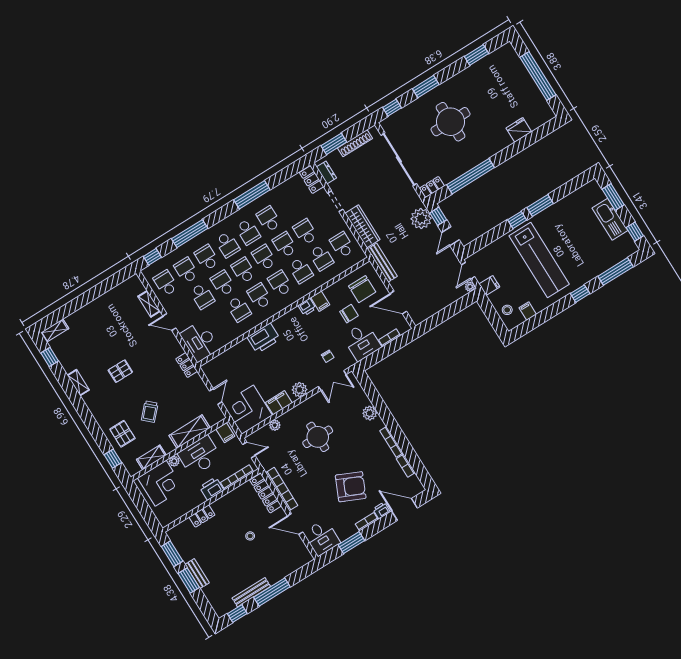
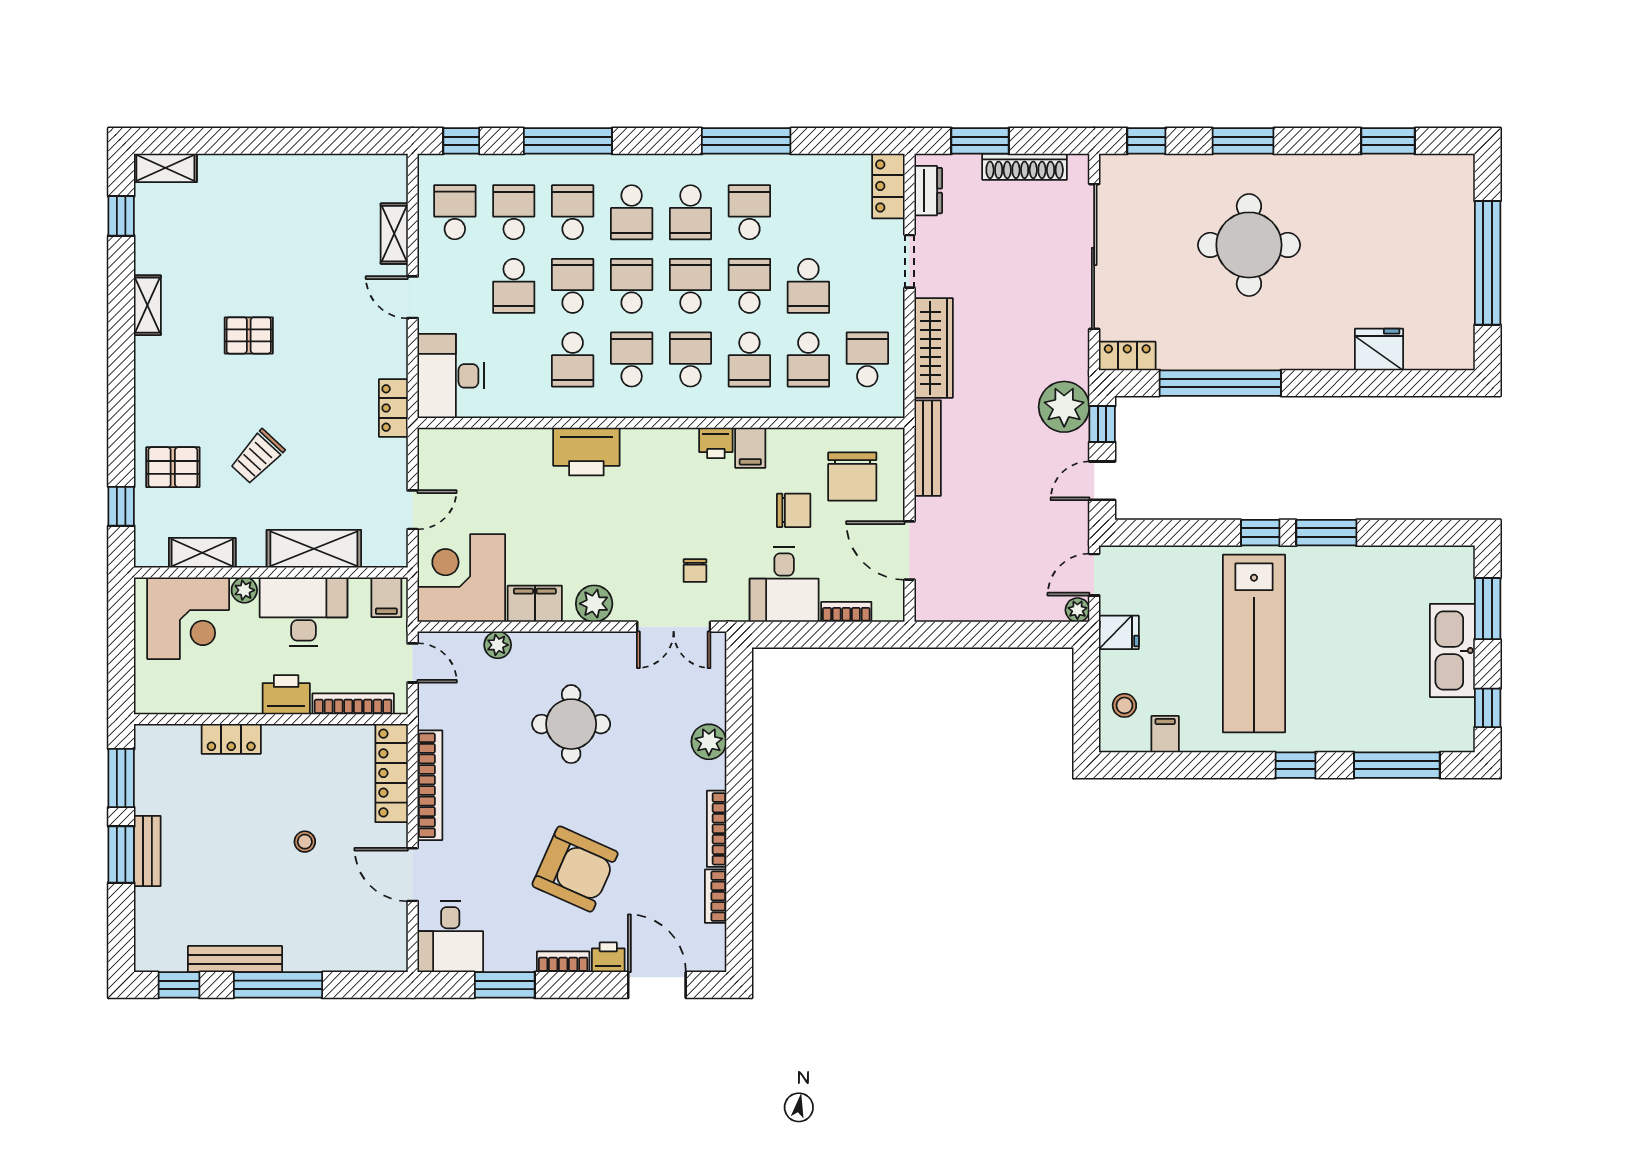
school desk: (305, 232) -> (808, 286), turned 180
pallet: (122, 434) -> (173, 467), turned 90

